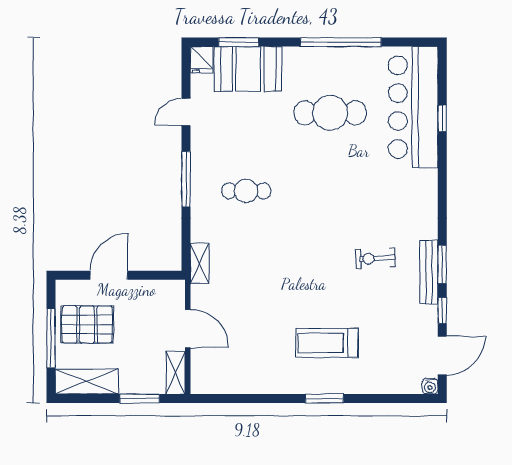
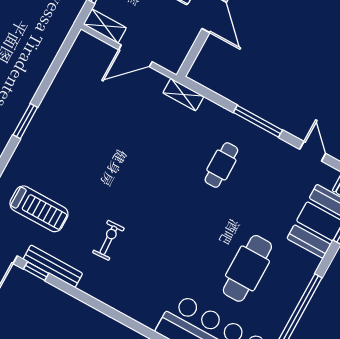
window: (442, 264) -> (74, 292), removed
bench: (429, 272) -> (53, 266), moved
treadmill: (327, 343) -> (39, 209), moved, turned 90
window: (324, 398) -> (25, 121), moved

